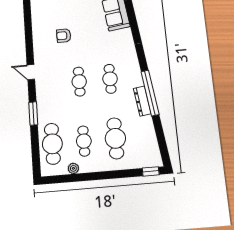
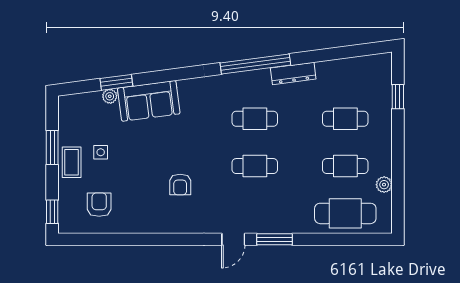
window: (150, 93) -> (255, 64), moved
window: (33, 114) -> (274, 239), moved
cafe table: (115, 138) -> (345, 119), width x0.73, depth x0.74
window: (151, 171) -> (398, 97), moved

